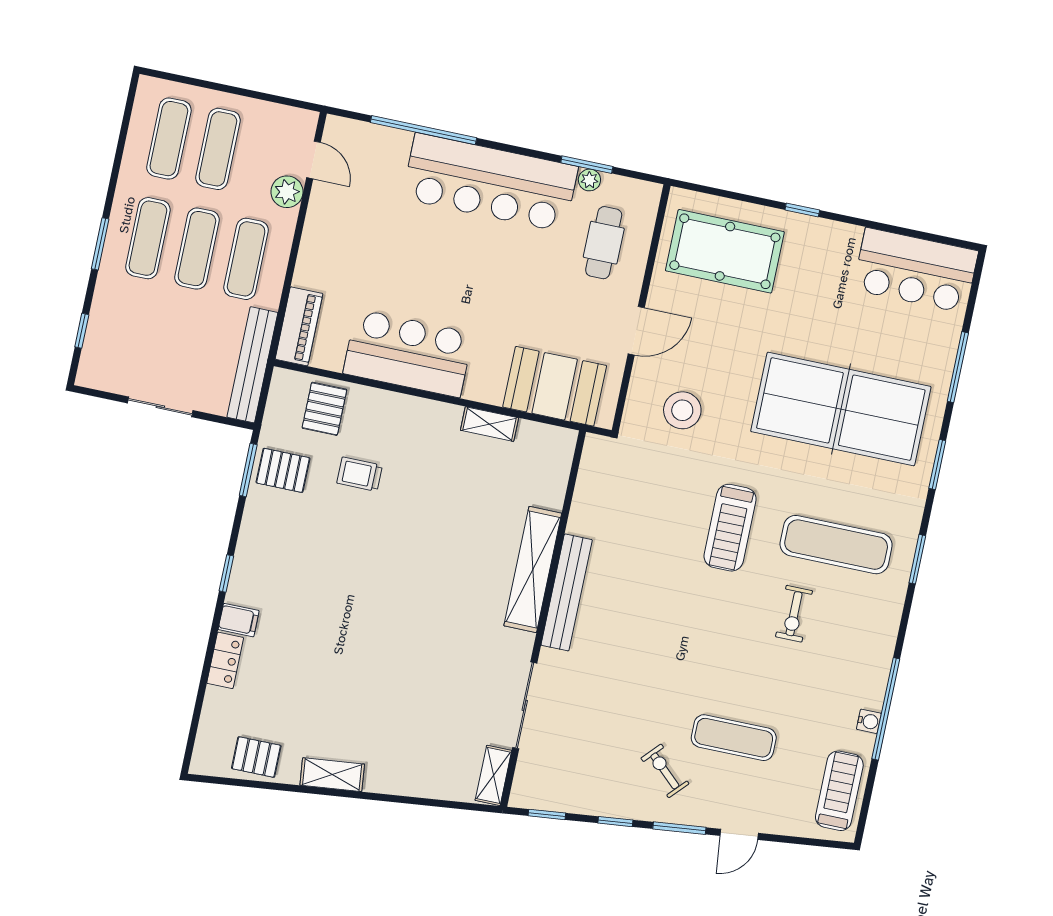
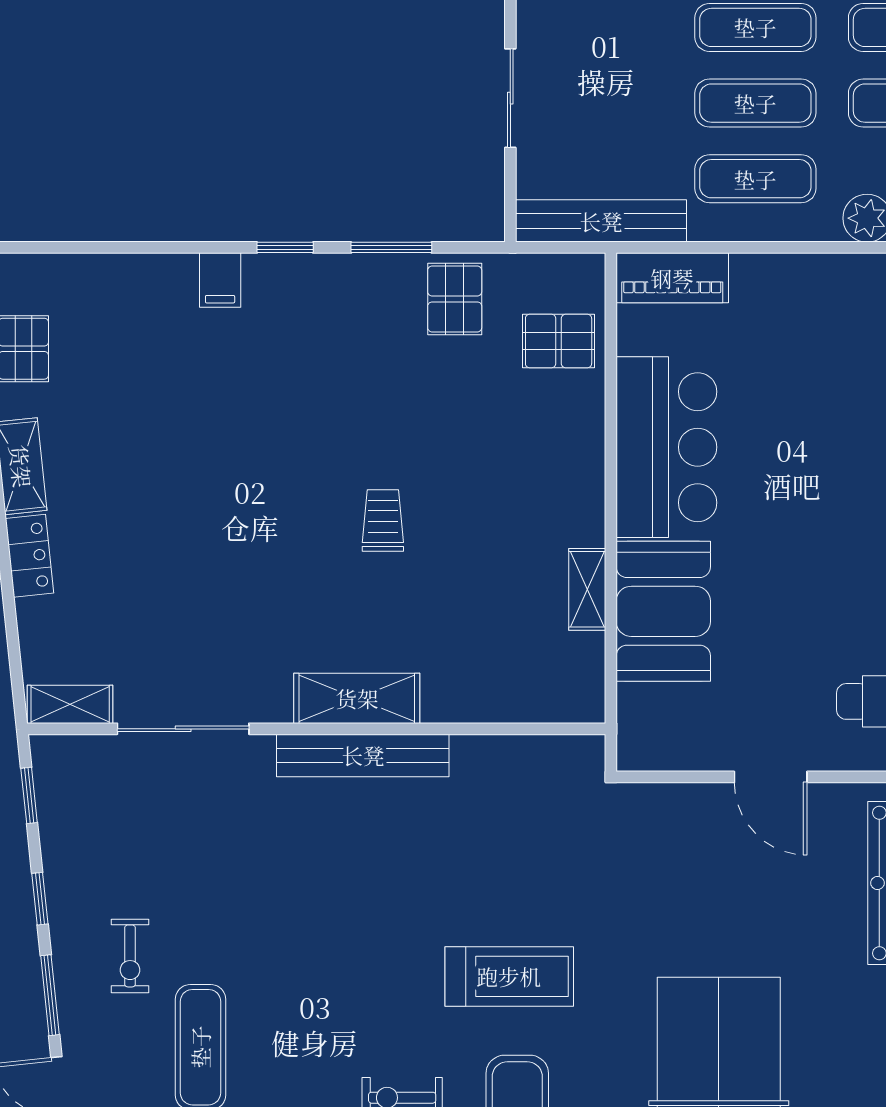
booth: (555, 386) -> (663, 611), moved
stool: (682, 410) -> (668, 870), removed
window: (248, 470) -> (391, 247), moved
trolley: (360, 474) -> (383, 520), moved
treadmill: (730, 528) -> (509, 976), turned 180
shelving: (533, 569) -> (357, 698), width x0.68
locker: (225, 660) -> (29, 556), moved, turned -96
exercise bike: (665, 771) -> (130, 956), turned 137

